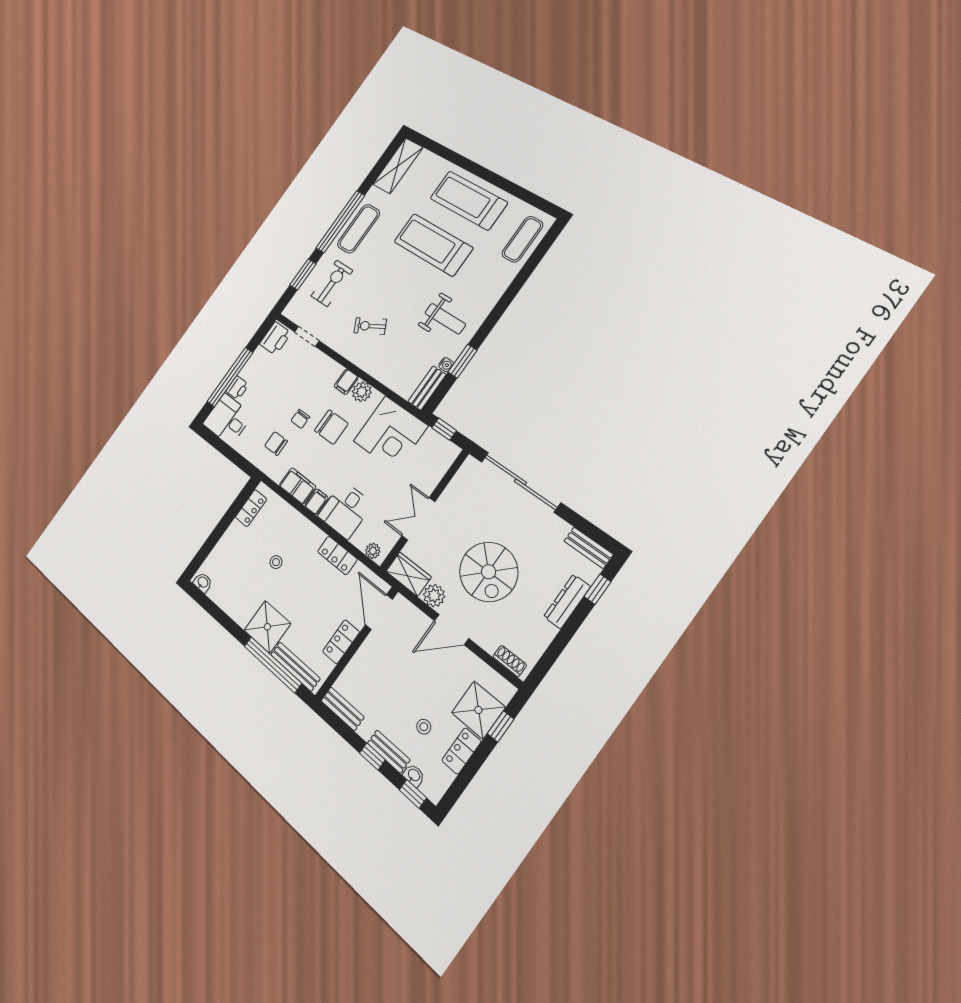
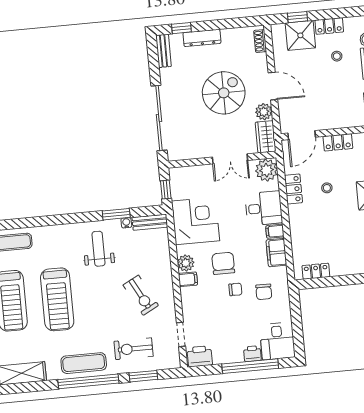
exercise bike: (370, 326) -> (141, 295), width x1.38, depth x1.39
plant: (373, 551) -> (266, 170), width x1.88, depth x1.88
stool: (276, 562) -> (327, 188), moved

